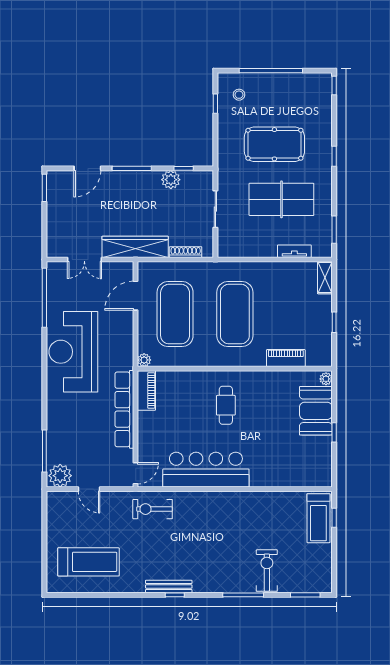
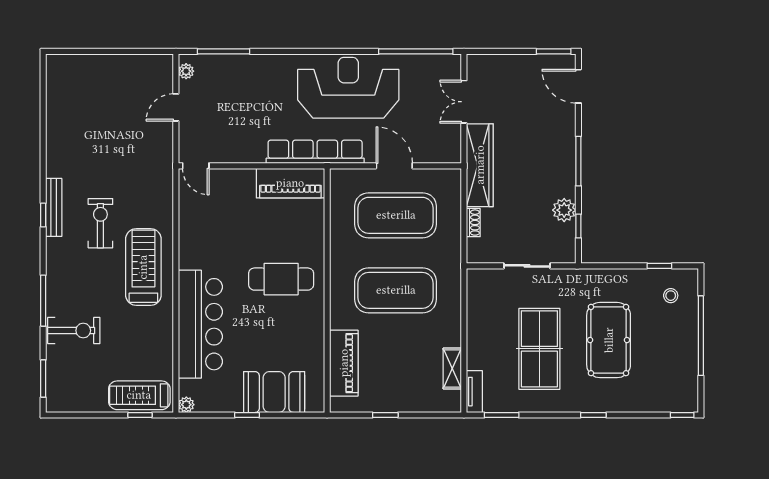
door: (87, 168) -> (578, 86), moved
tv unit: (294, 251) -> (474, 392), moved
shoe rack: (186, 252) -> (473, 223), width x0.70
shelving: (325, 278) -> (452, 368), moved, turned 90
door: (136, 296) -> (394, 166), moved
piano: (286, 358) -> (344, 363), width x1.37, depth x1.33
plant: (144, 360) -> (338, 177), removed
plant: (326, 379) -> (186, 405), moved
piano: (146, 390) -> (290, 183), width x1.37, depth x1.33
cafe table: (226, 405) -> (281, 279), width x1.37, depth x1.35
row of seats: (124, 409) -> (315, 152), moved
bar counter: (206, 470) -> (200, 324), moved
plant: (60, 476) -> (186, 71), width x0.53, depth x0.53
exercise bike: (153, 509) -> (100, 223), moved
treadmill: (88, 562) -> (143, 267), moved, turned 180

